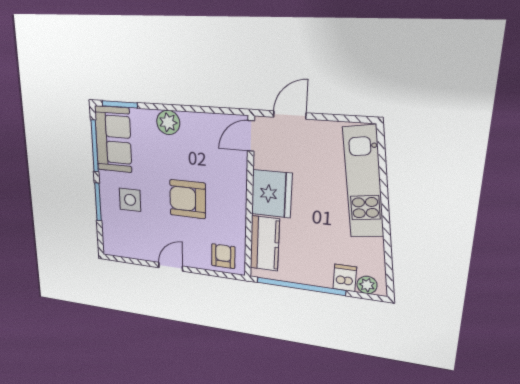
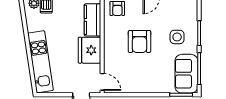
plant: (168, 122) -> (151, 86), removed
door: (251, 136) -> (102, 82), hinge flipped
armchair: (188, 199) -> (140, 42), turned 90

